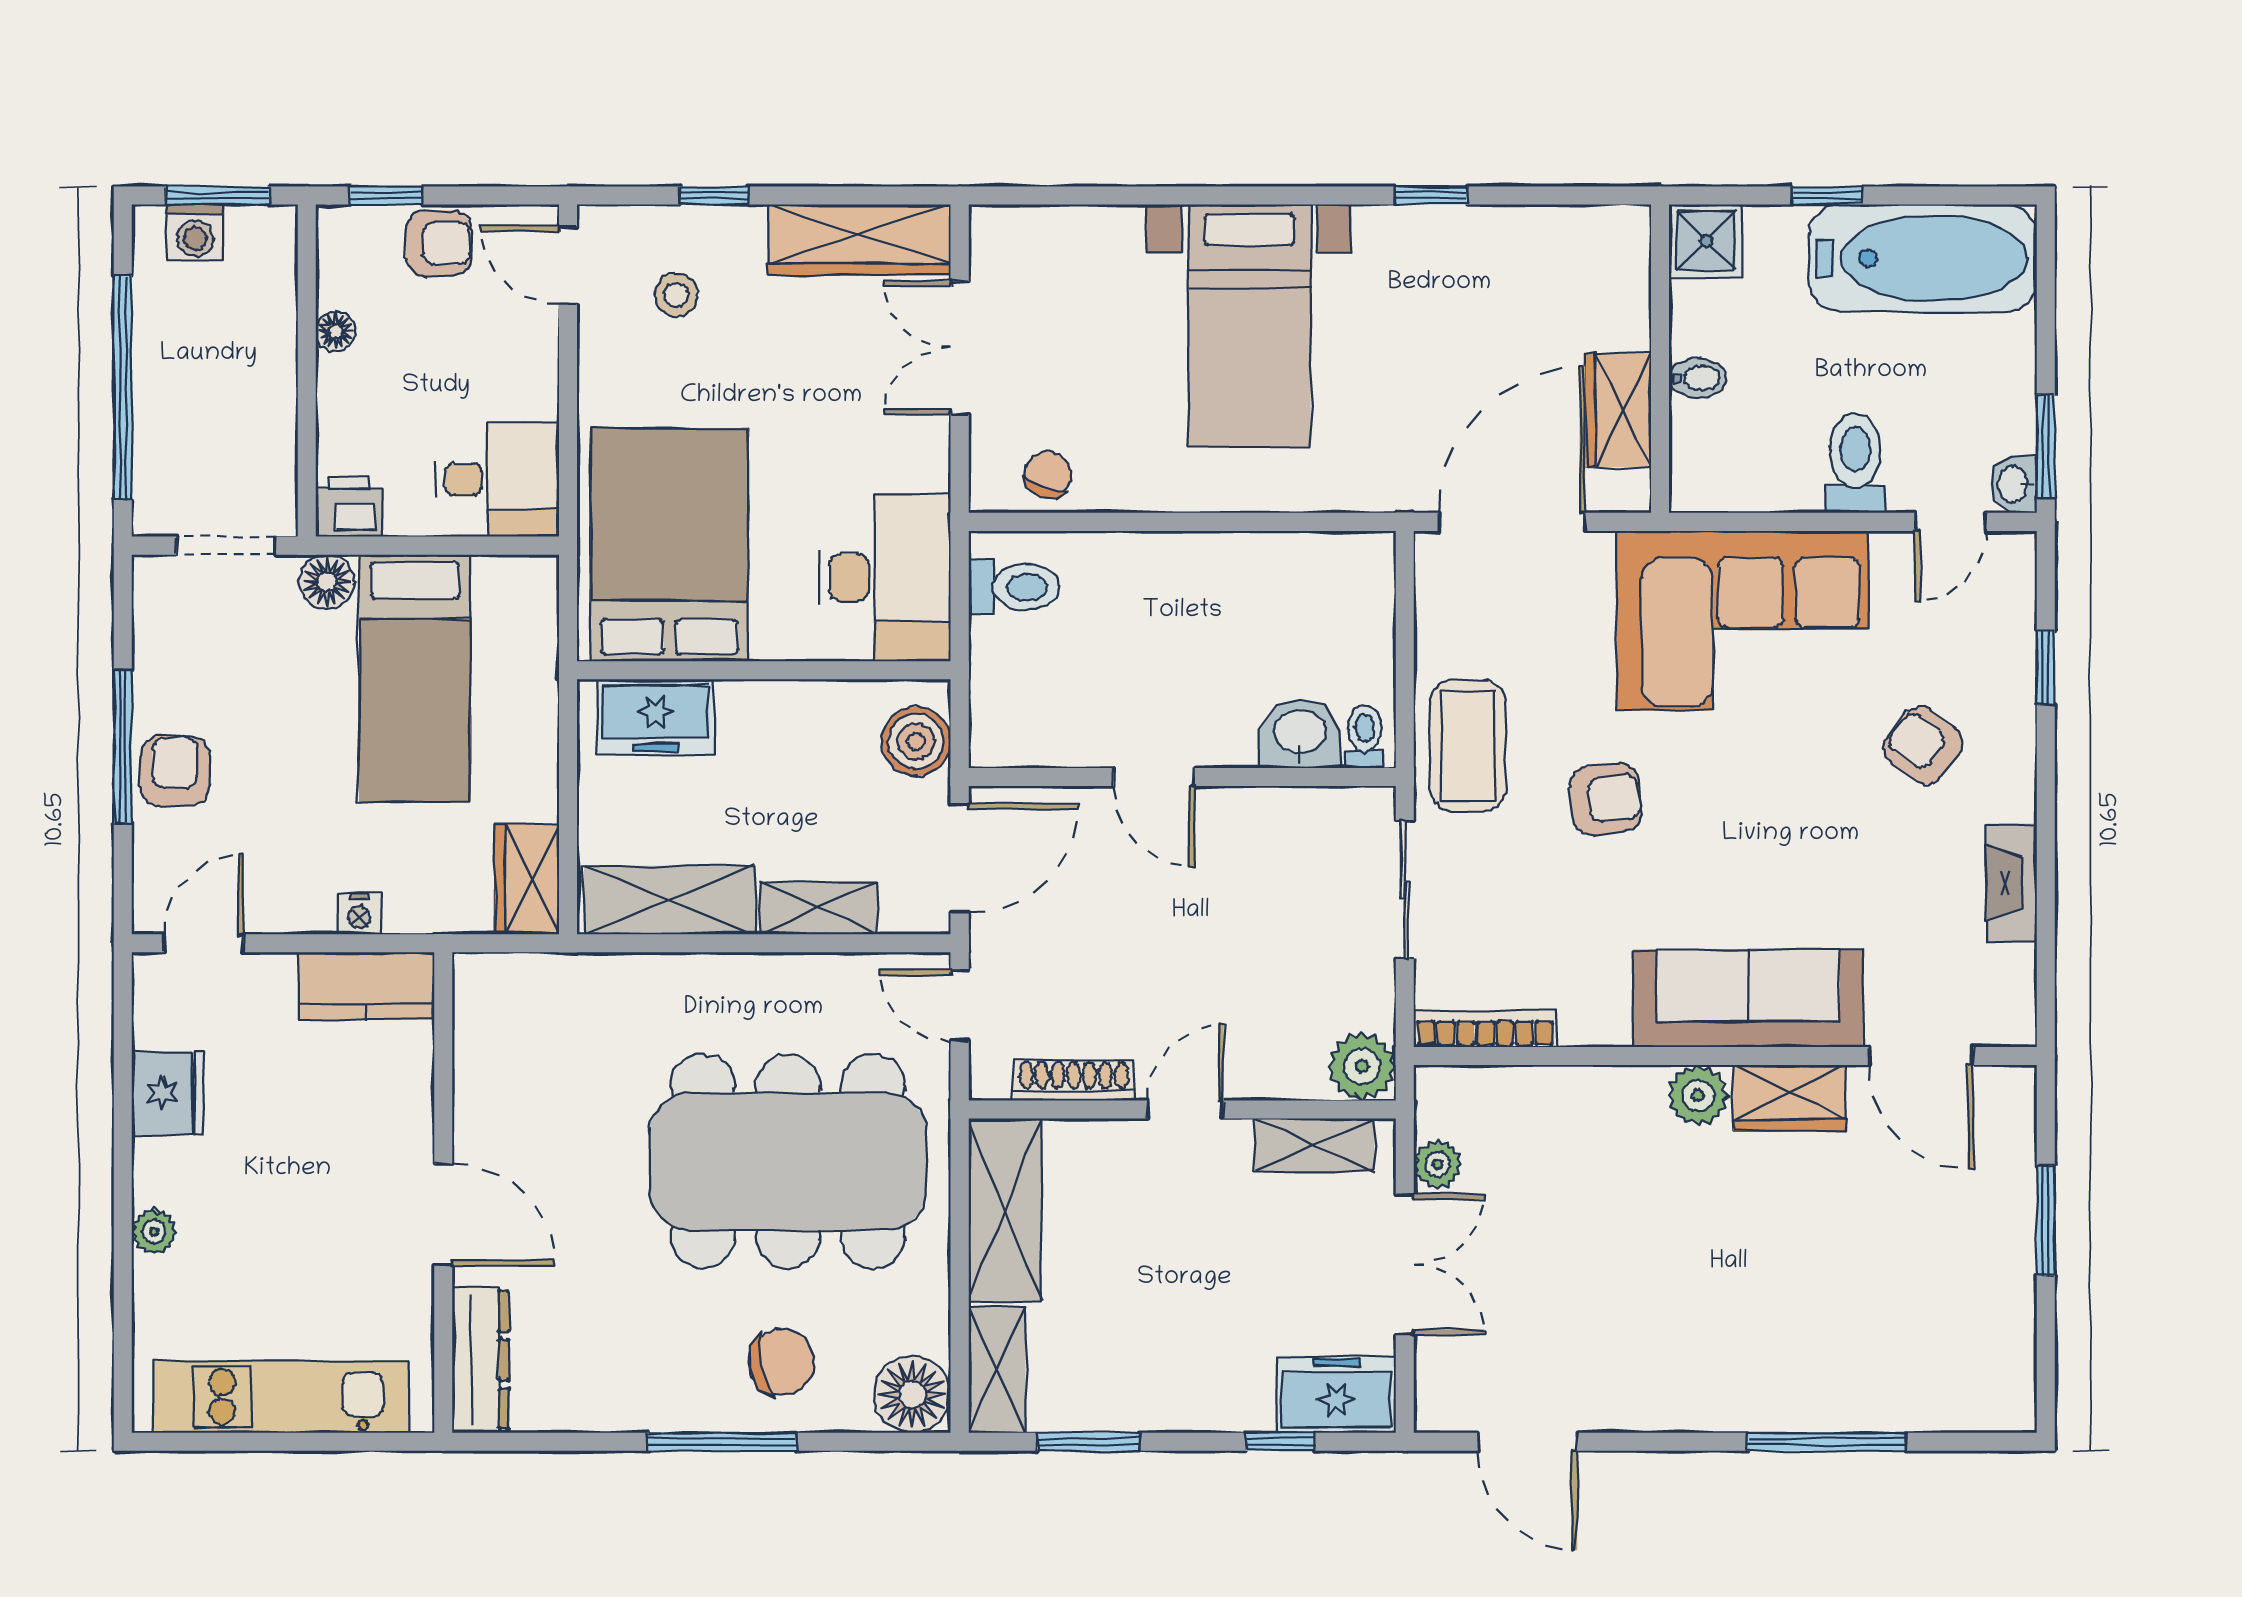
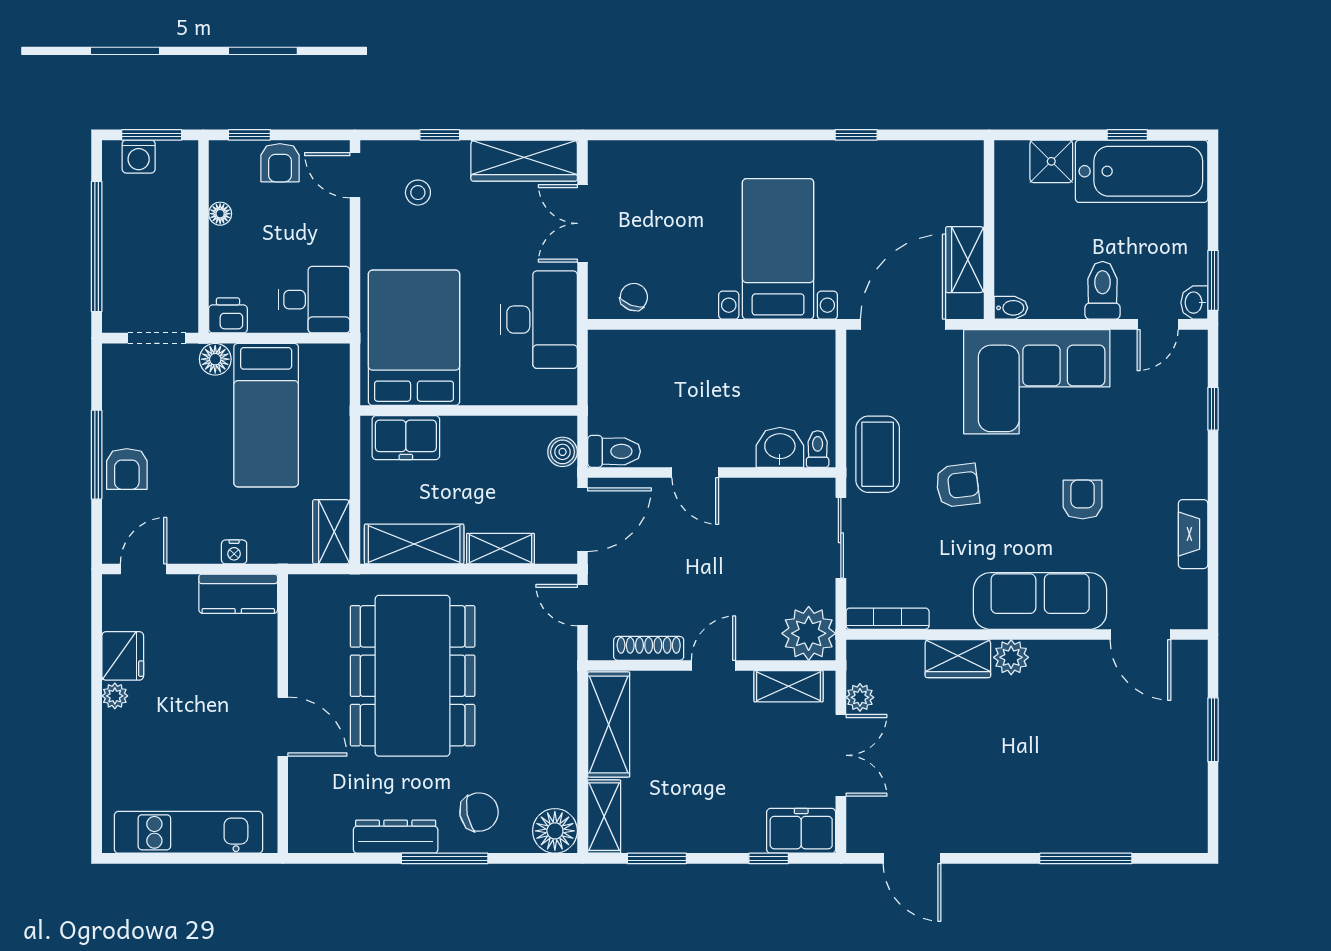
window: (1827, 195) -> (1127, 135), moved
shower: (1706, 241) -> (1051, 161), moved
armchair: (439, 243) -> (280, 163), turned 90
bed with nightstands: (1249, 325) -> (778, 249), moved, turned 180
bidet: (1698, 378) -> (1011, 308), moved
desk: (885, 577) -> (539, 320), moved
toilet: (1014, 587) -> (614, 451), moved
boiler: (916, 742) -> (563, 452), width x0.73, depth x0.73
armchair: (1923, 746) -> (1083, 499), moved, turned 53
armchair: (175, 771) -> (127, 469), turned 180
plant: (1362, 1066) -> (809, 633), width x1.36, depth x1.36
wardrobe: (1790, 1098) -> (958, 659), moved
dining table: (788, 1161) -> (413, 676), moved, turned 90
plant: (154, 1232) -> (115, 696), moved
dresser: (481, 1360) -> (396, 837), moved, turned -90

